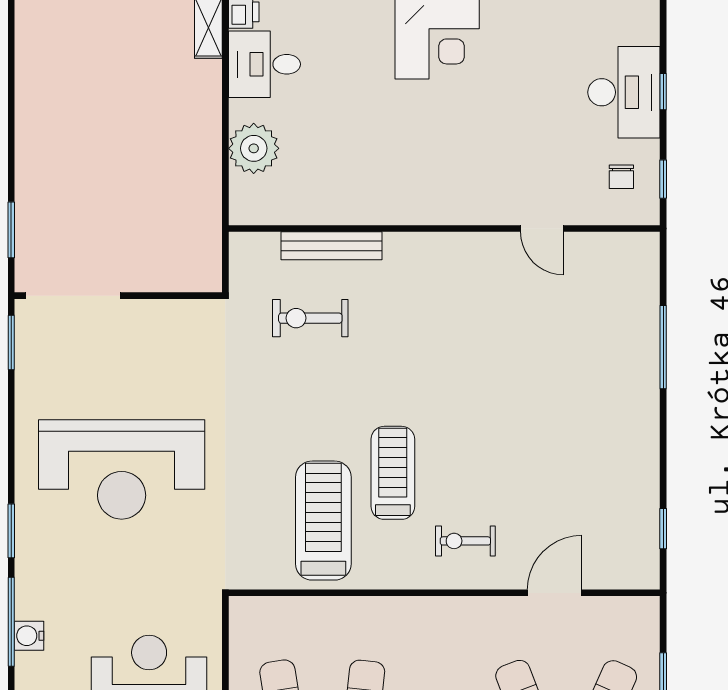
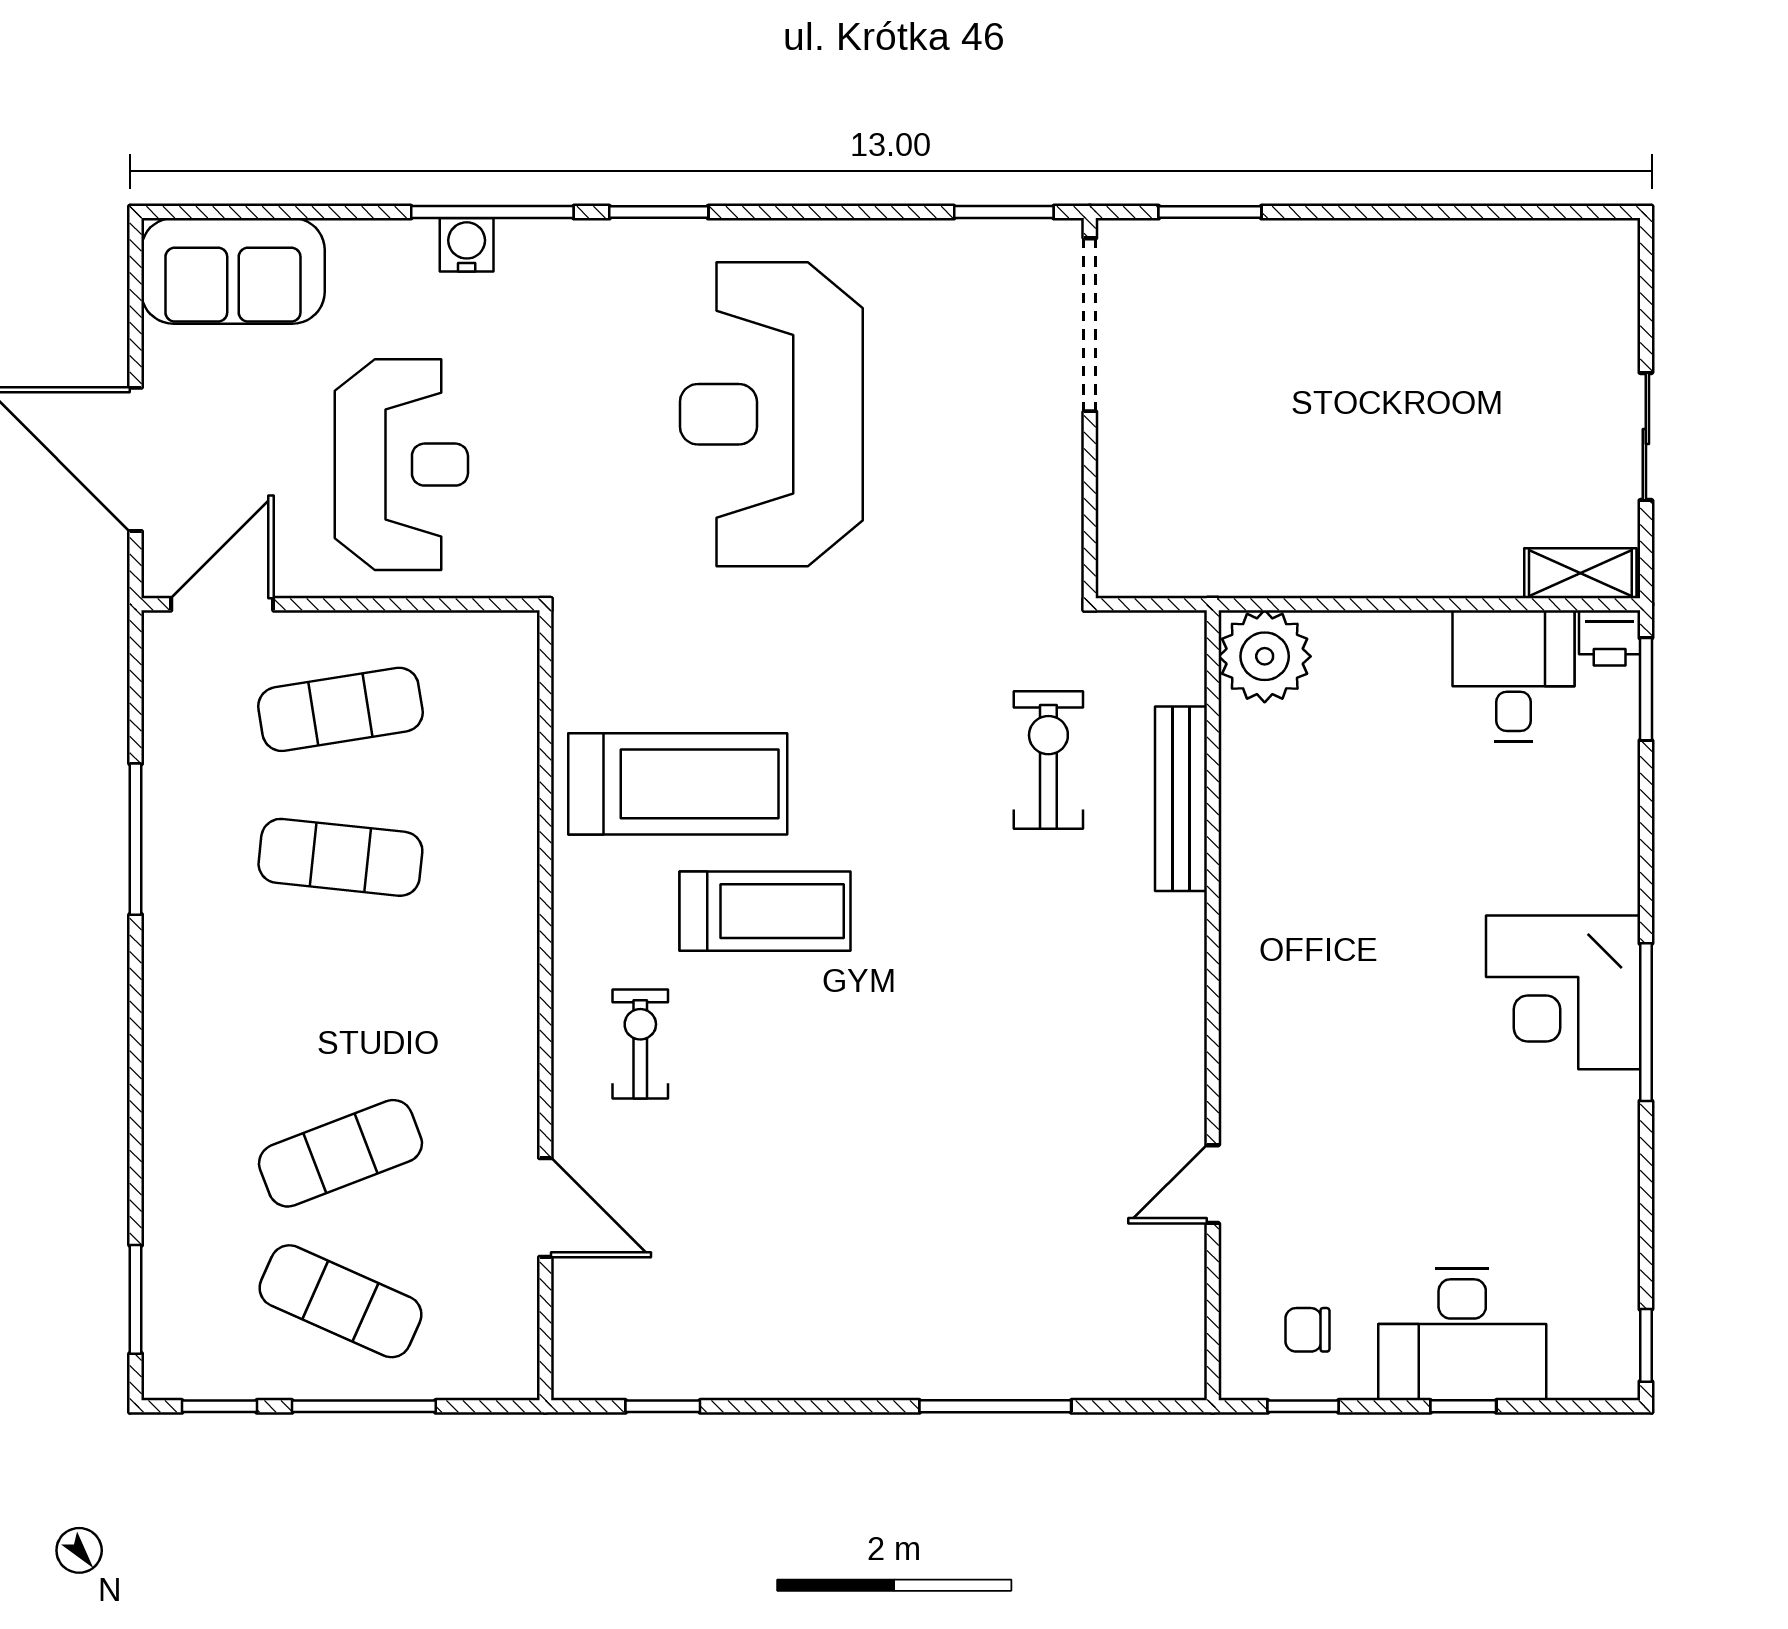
plant: (254, 148) -> (1265, 656), moved

